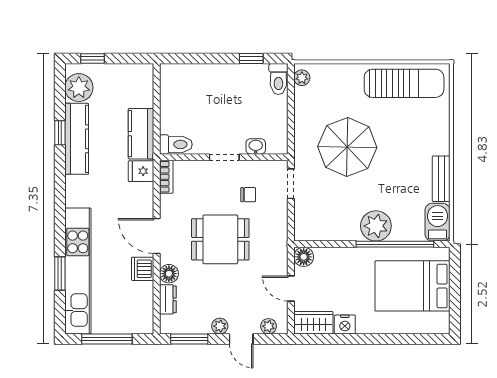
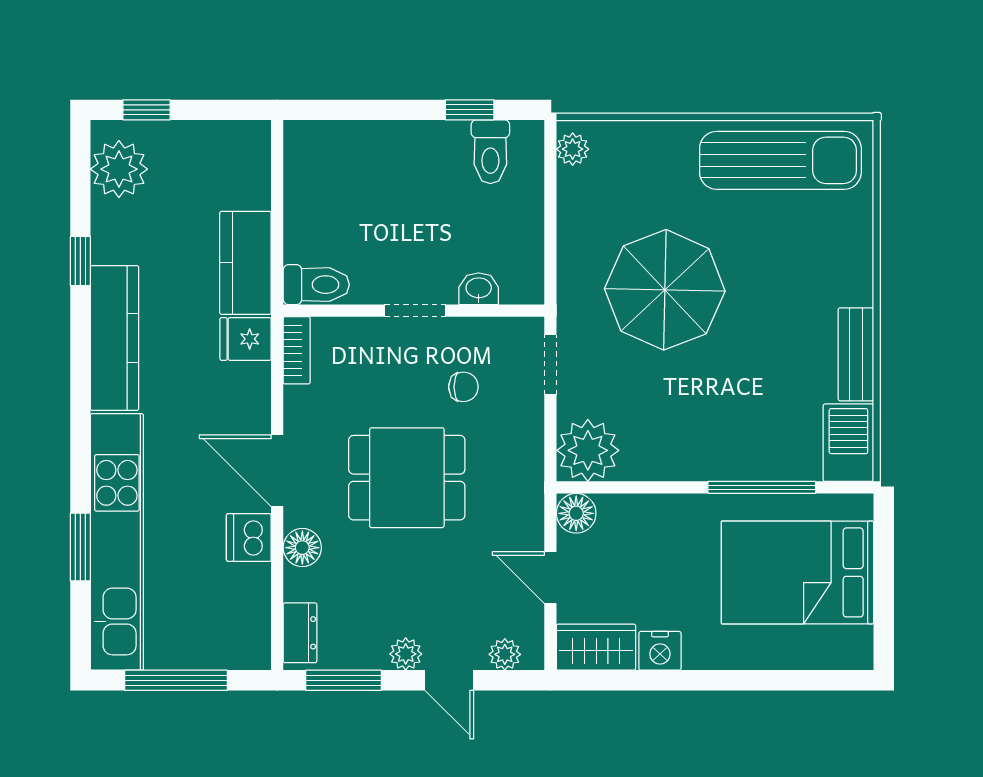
toilet: (278, 79) -> (490, 152), moved
kitchen counter: (77, 139) -> (115, 338), moved
plant: (376, 226) -> (588, 450), moved
window: (395, 244) -> (762, 487), width x0.68
dresser: (168, 299) -> (300, 633), moved

